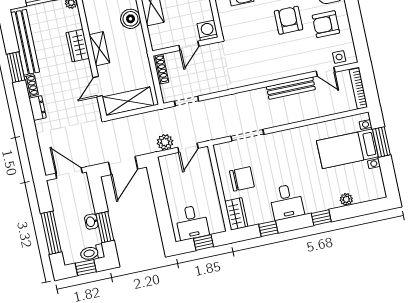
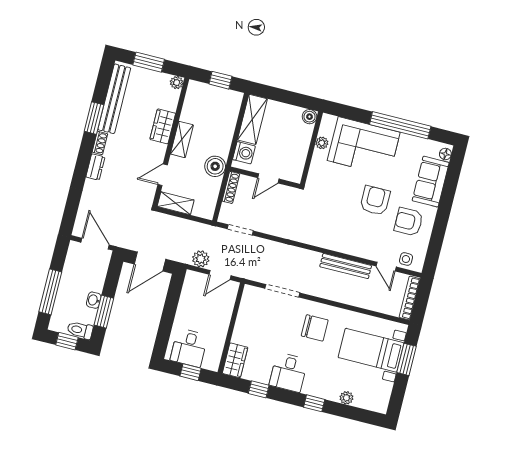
boiler: (130, 19) -> (215, 166), moved
washing machine: (207, 30) -> (244, 153), moved, turned 90
shelving: (128, 101) -> (176, 203), width x0.67, depth x0.75
chair: (242, 179) -> (315, 328), moved

